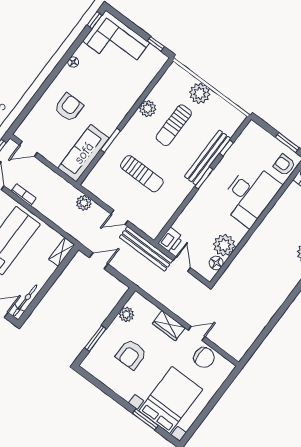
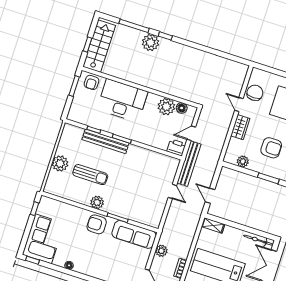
armchair: (69, 107) -> (97, 224), moved
plant: (148, 109) -> (97, 202), moved
sun lounger: (142, 174) -> (134, 186), removed
plant: (84, 203) -> (161, 251), moved

